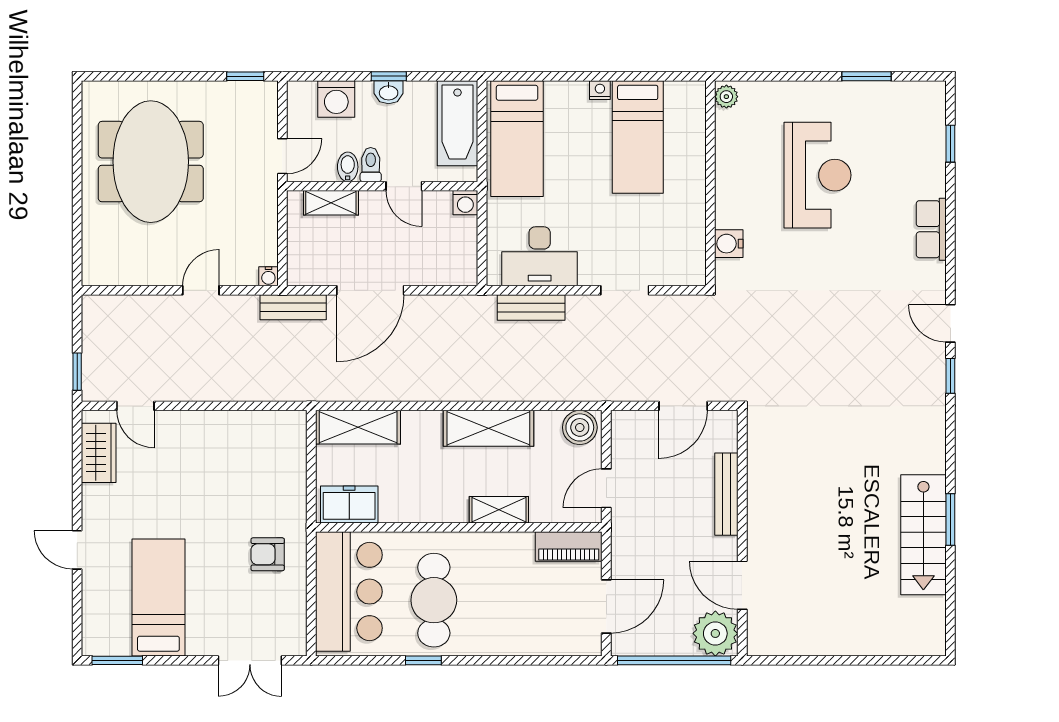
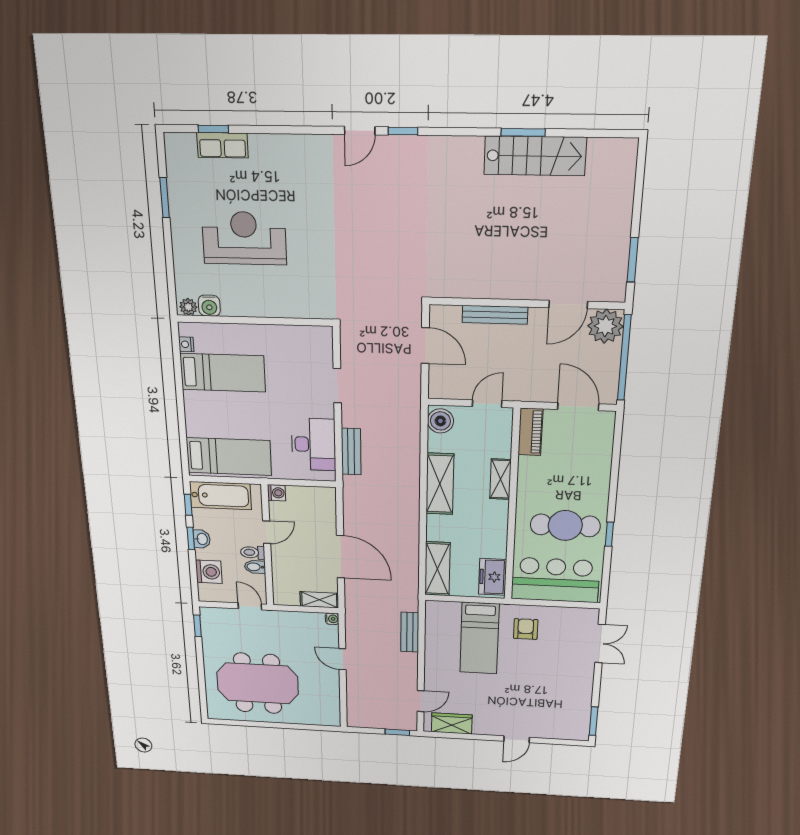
window: (441, 76) -> (188, 505), added
nightstand: (600, 90) -> (186, 344), moved
shelving: (331, 203) -> (319, 600), moved, turned 90
row of seats: (931, 229) -> (222, 145), moved
water cooler: (729, 244) -> (209, 306), moved
bench: (293, 307) -> (410, 632), moved
door: (606, 488) -> (487, 404), swing flipped
armchair: (268, 554) -> (526, 629), turned 180
bed: (158, 597) -> (479, 638), moved, turned -90
window: (800, 660) -> (633, 260), added

